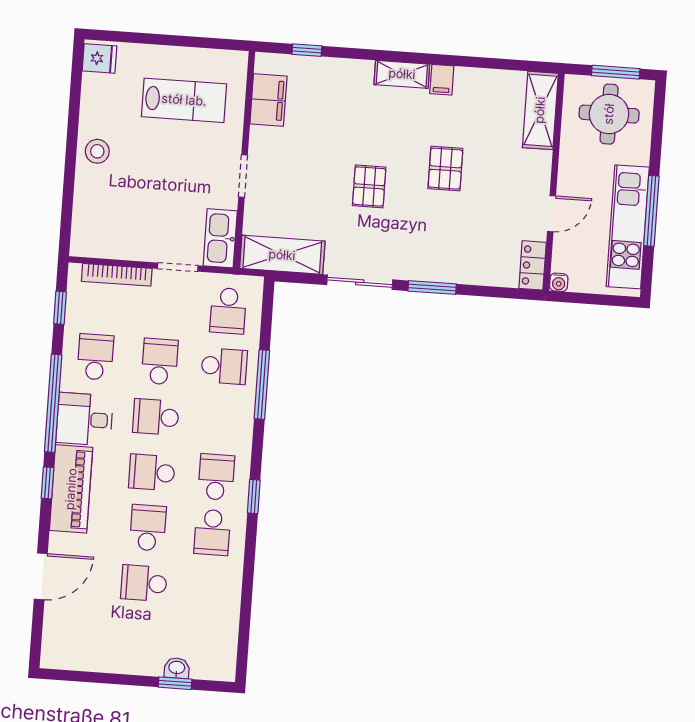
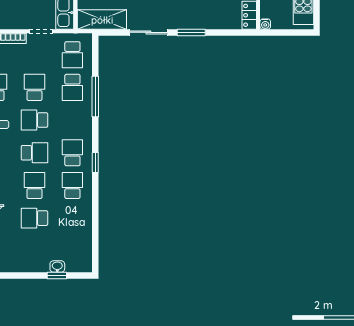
school desk: (224, 366) -> (72, 87), turned 90
school desk: (152, 472) -> (34, 153), turned 180
school desk: (212, 532) -> (72, 185), turned 180

